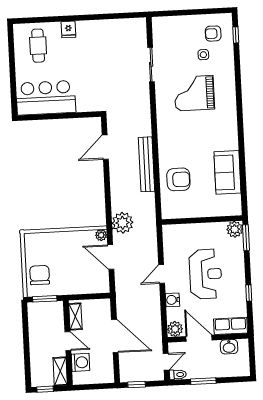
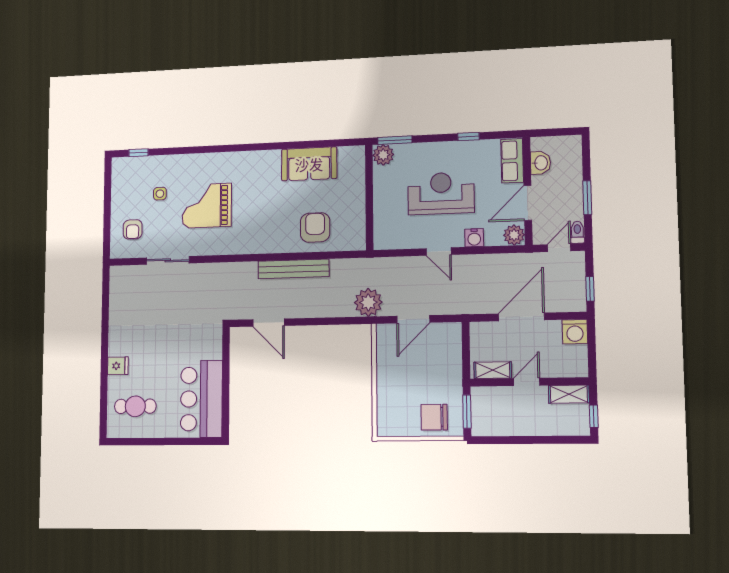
armchair: (213, 34) -> (133, 229), moved
grand piano: (194, 93) -> (207, 206), turned 90
plant: (101, 235) -> (383, 332), removed
washing machine: (80, 362) -> (575, 332), moved, turned 180
door: (166, 362) -> (559, 248), hinge flipped

